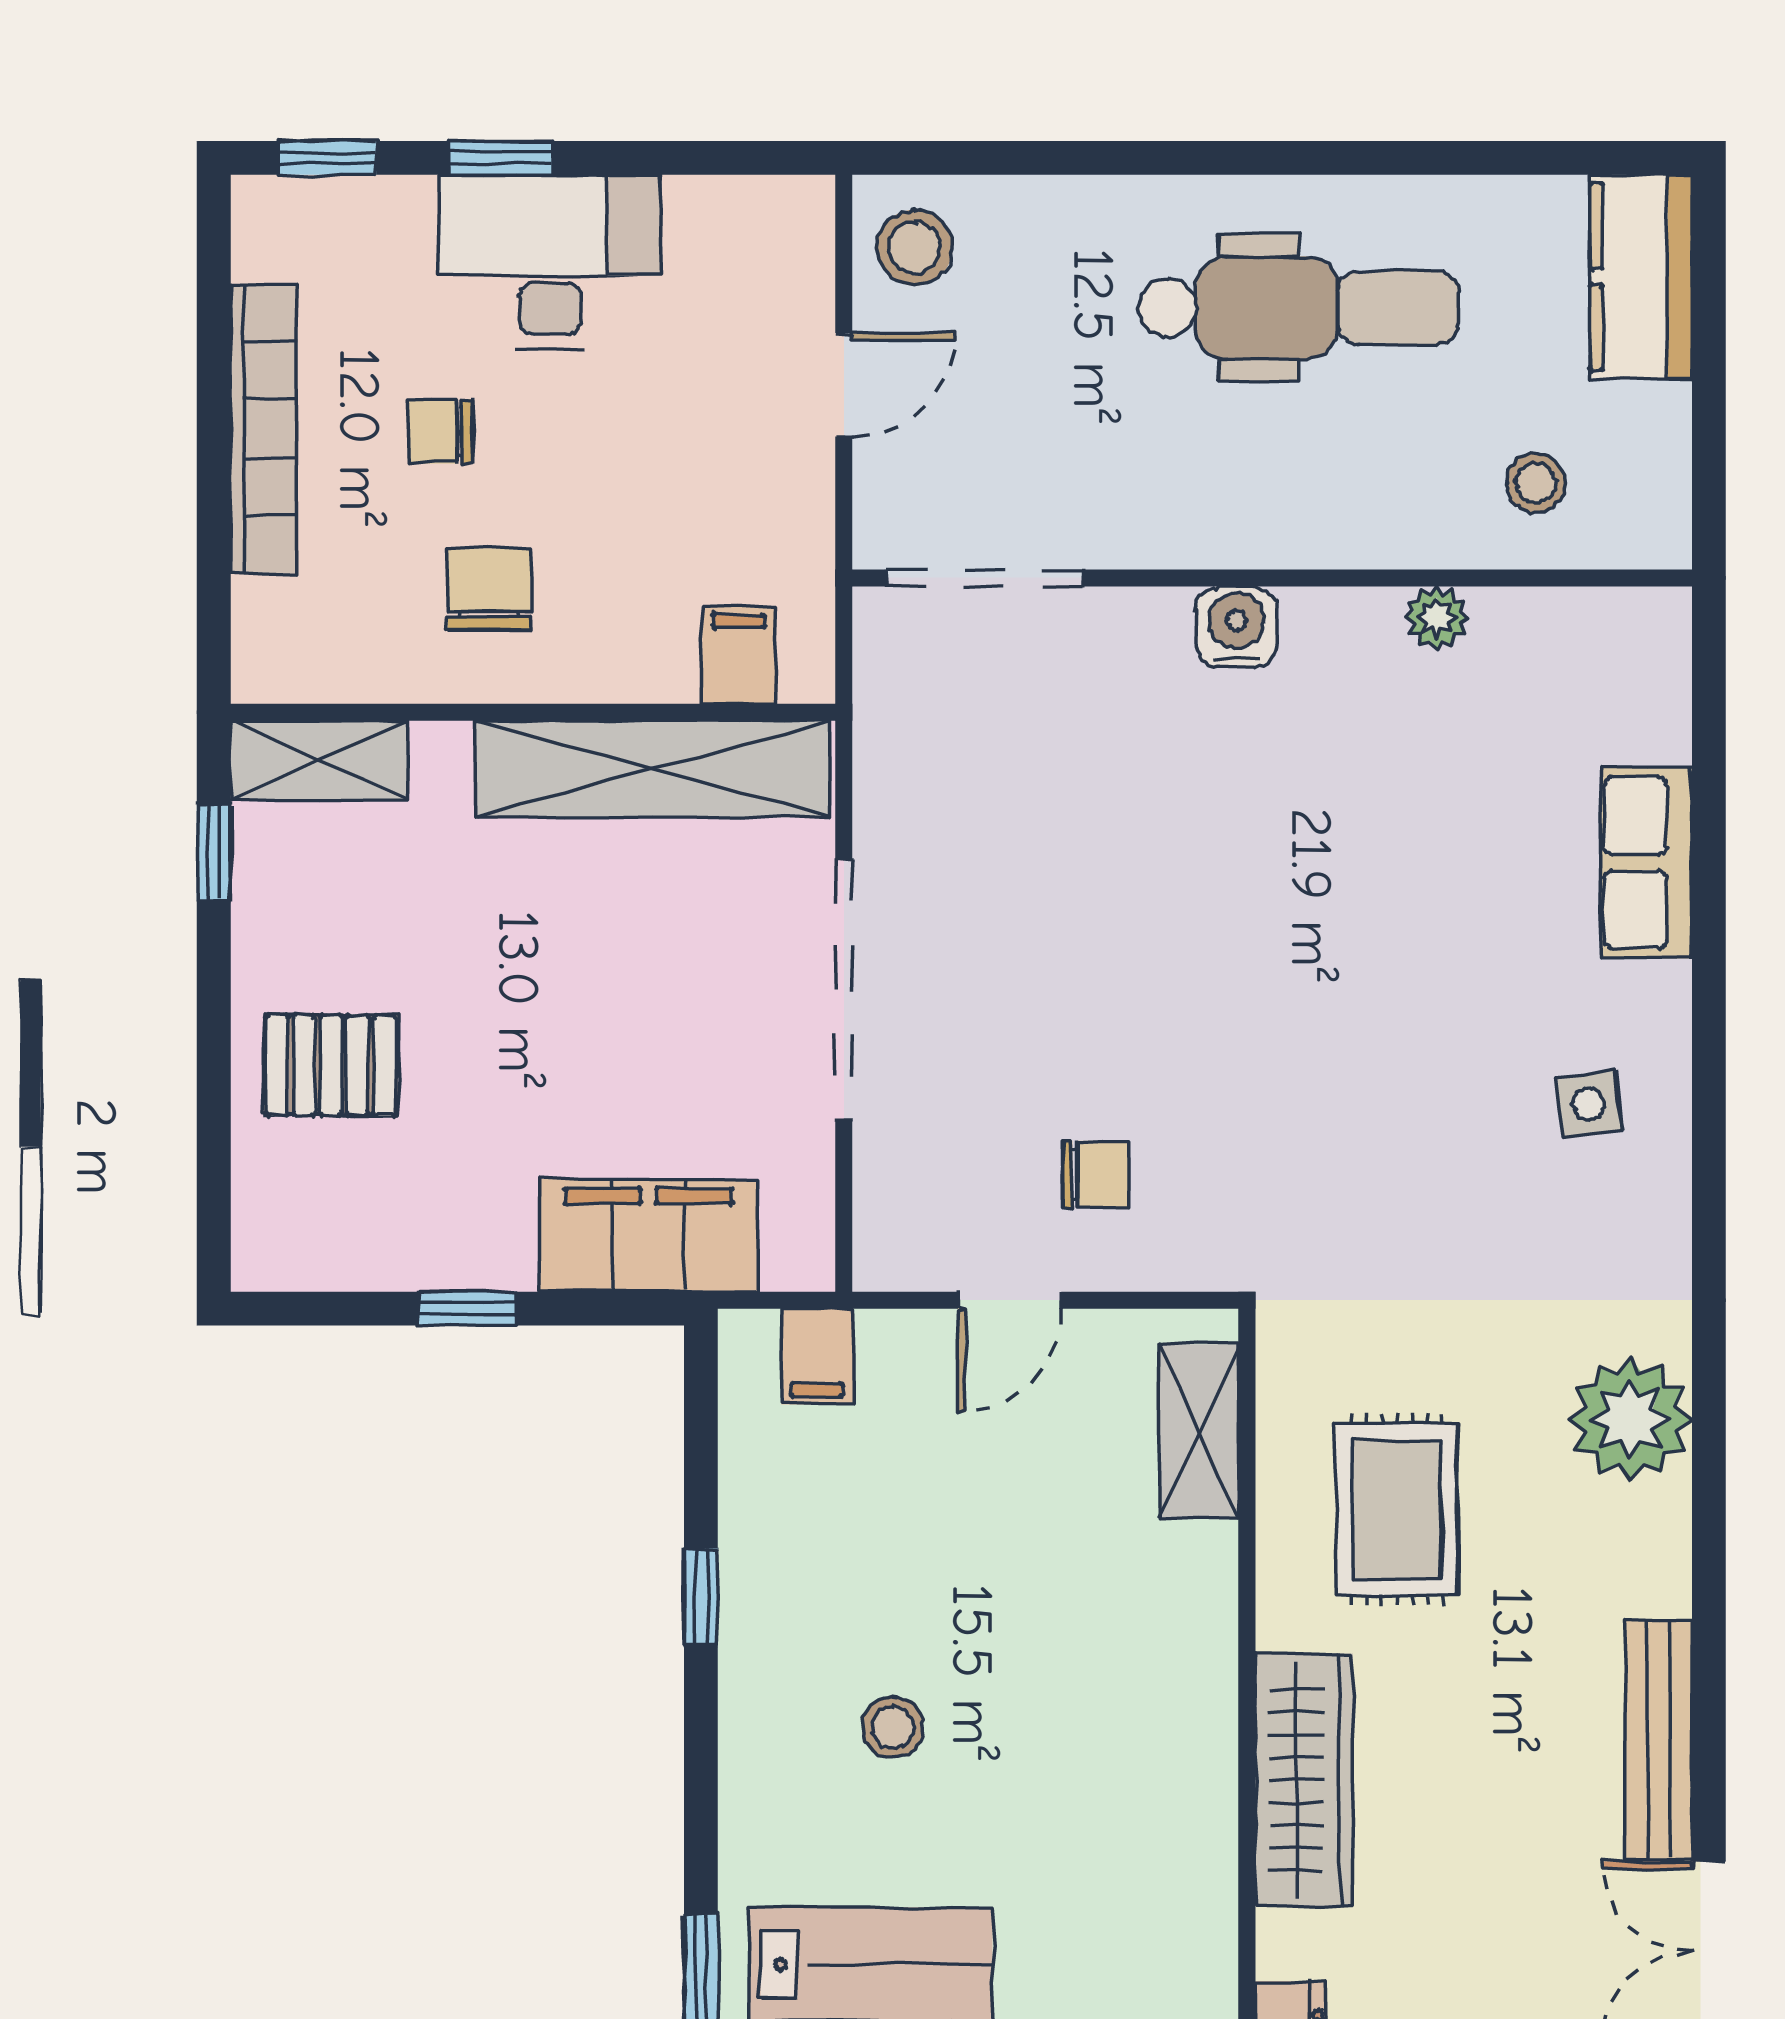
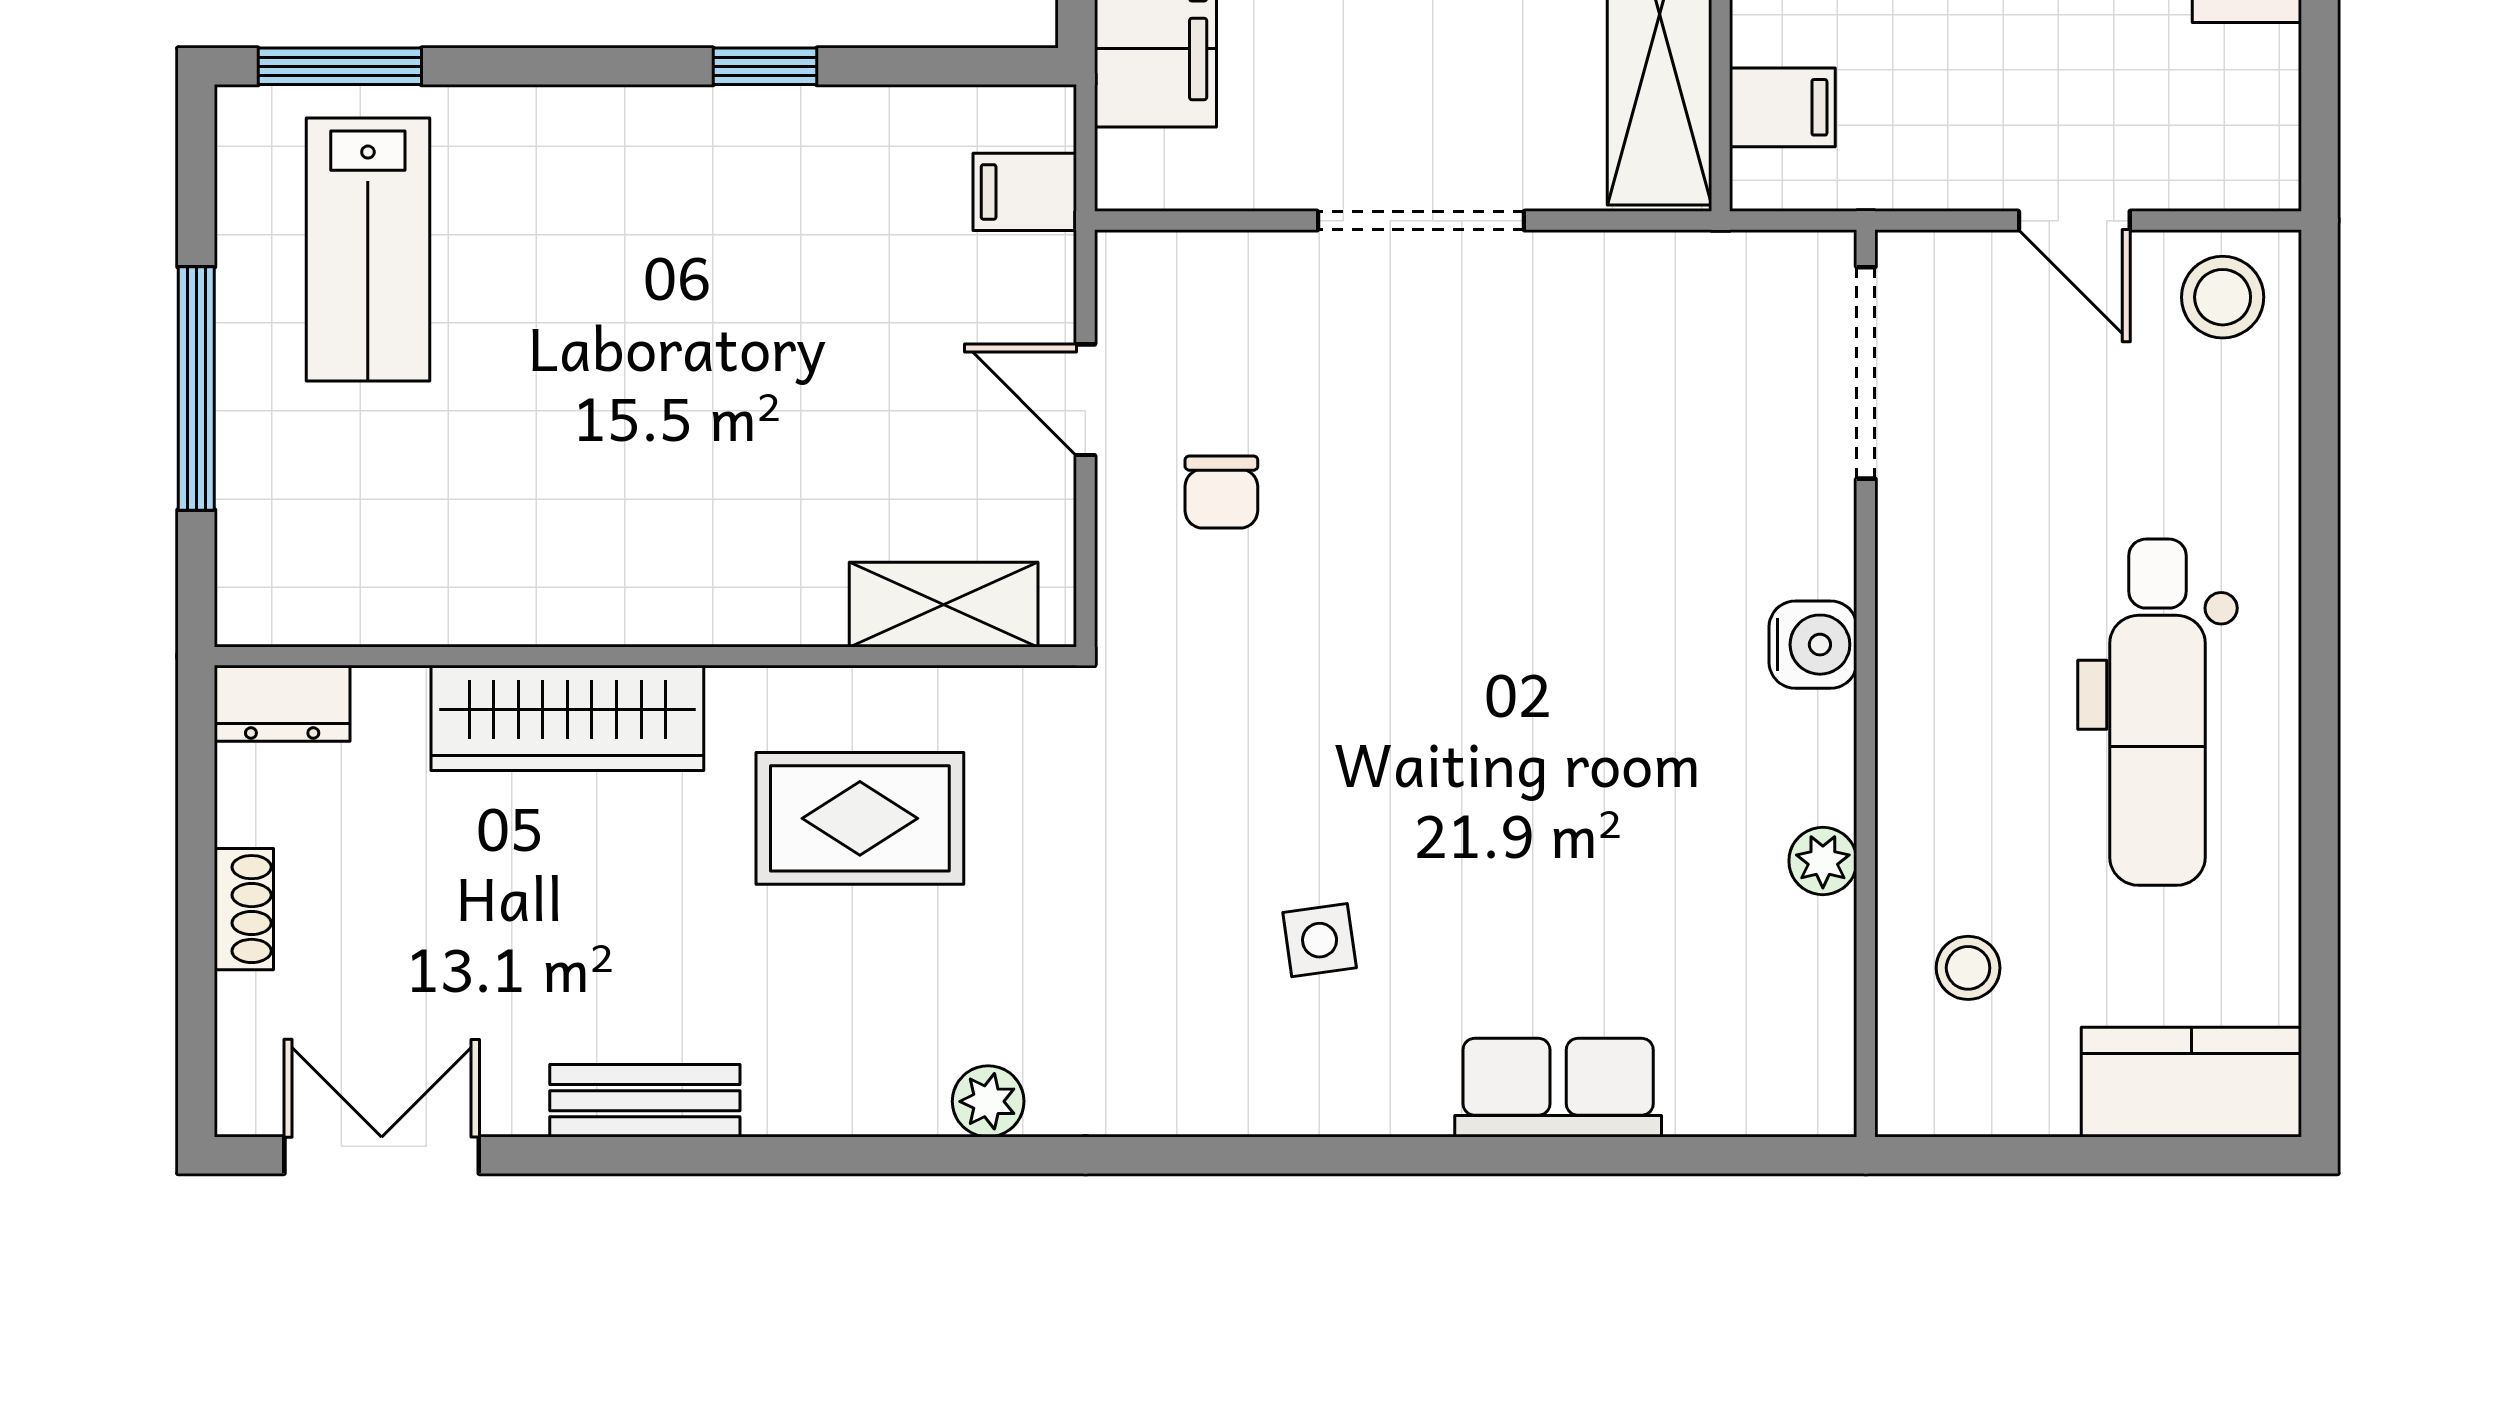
doorway: (844, 990) -> (1421, 221), width x0.73
side table: (1589, 1104) -> (1320, 940), moved
plant: (1630, 1419) -> (988, 1101), width x0.53, depth x0.53
stool: (892, 1727) -> (624, 273), removed
bench: (1658, 1740) -> (645, 1101), width x0.73

